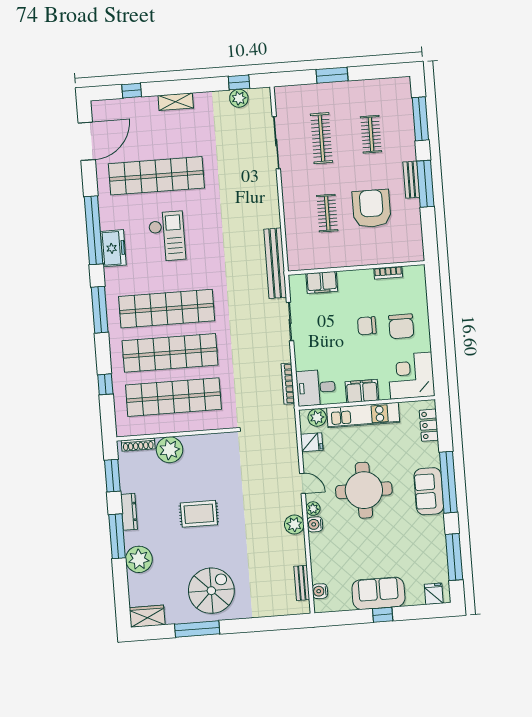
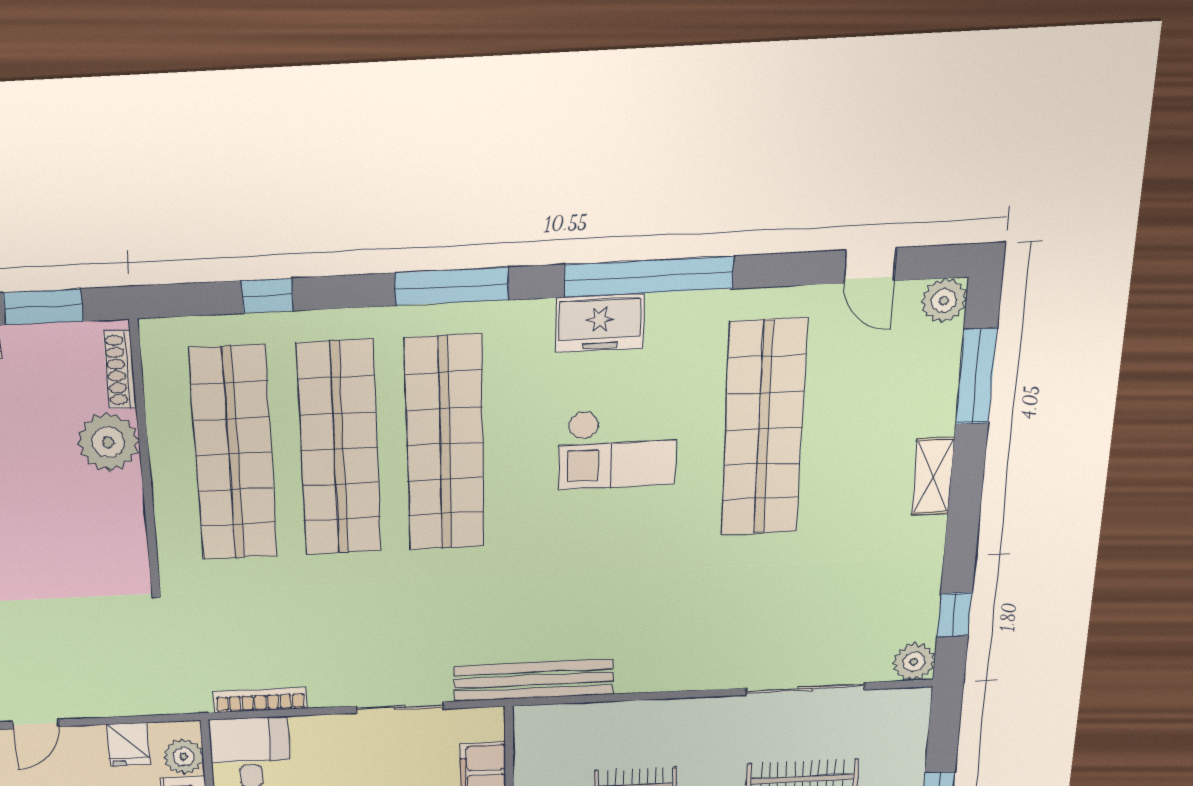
window: (132, 91) -> (976, 376), width x2.17
plant: (239, 98) -> (914, 662), moved
plant: (100, 109) -> (944, 301), added
door: (87, 141) -> (870, 266), width x0.53

